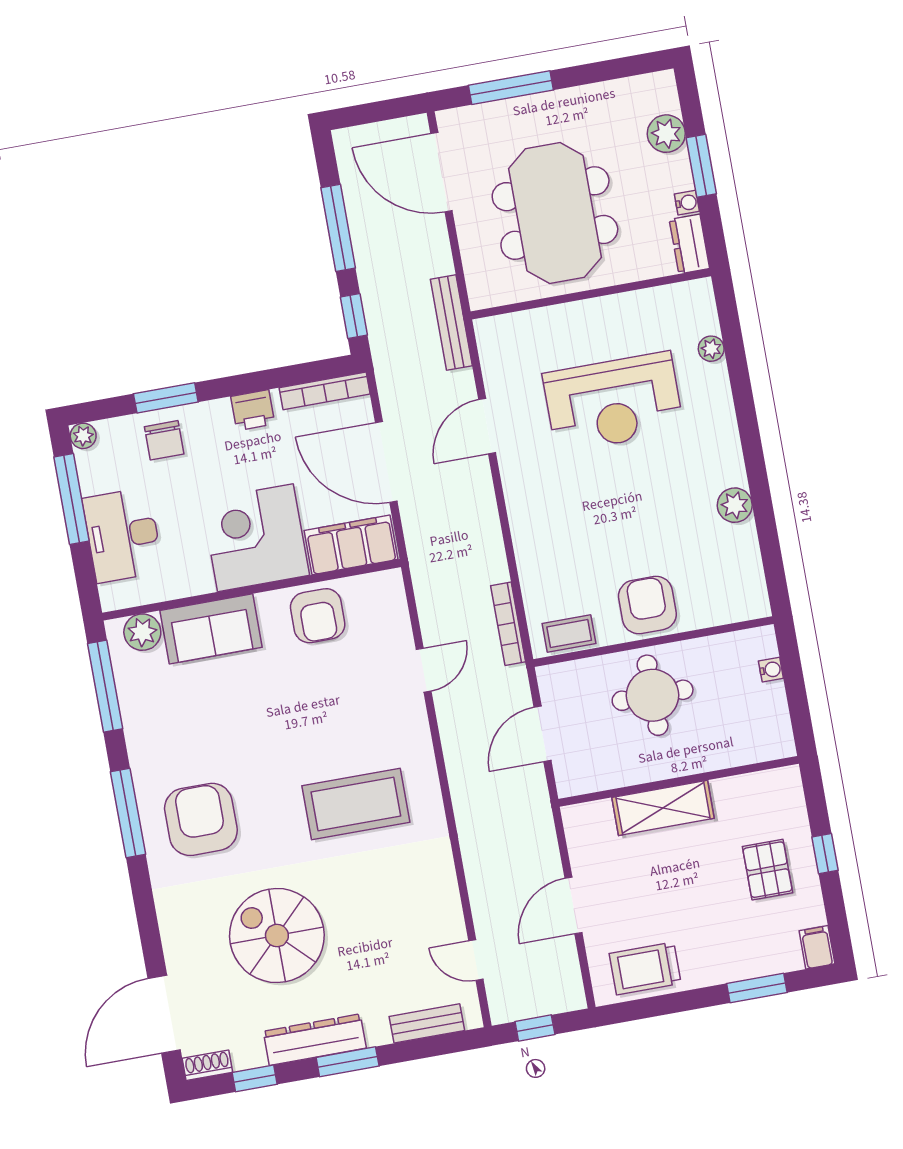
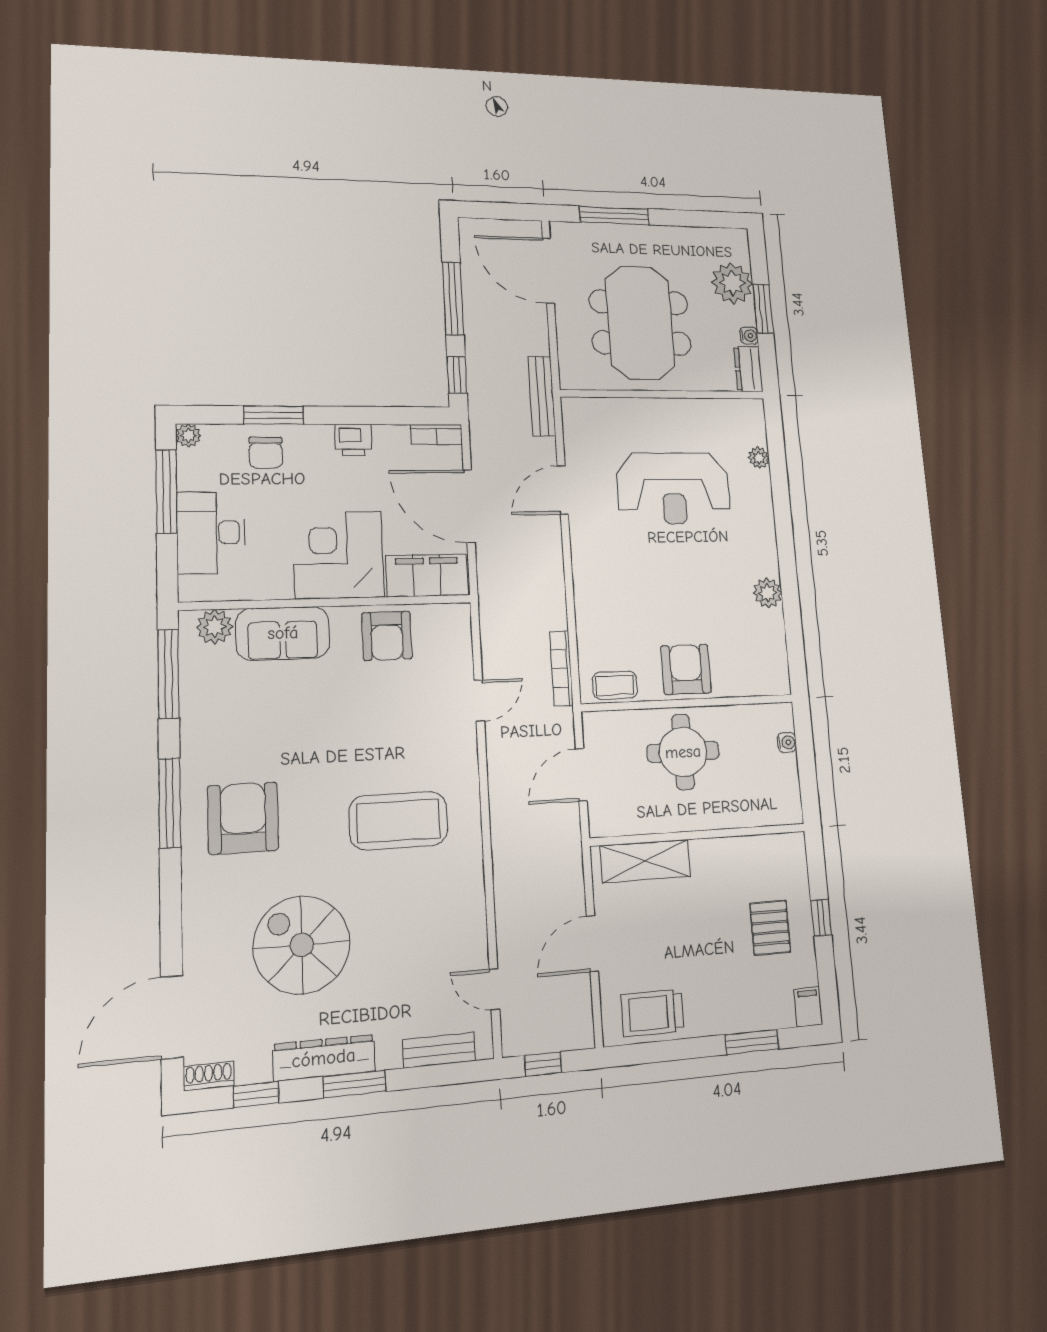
plant: (666, 134) -> (732, 283), width x1.36, depth x1.36
bookcase: (325, 391) -> (436, 435), width x0.64
shelving: (663, 808) -> (645, 861), moved

